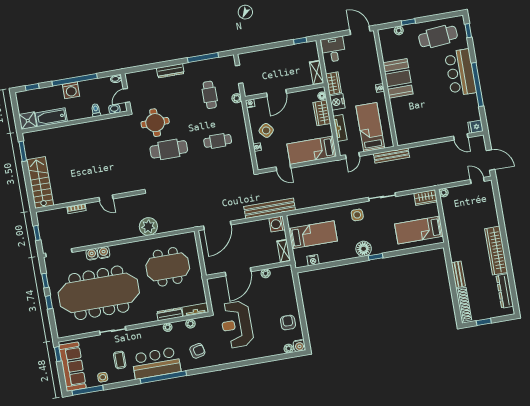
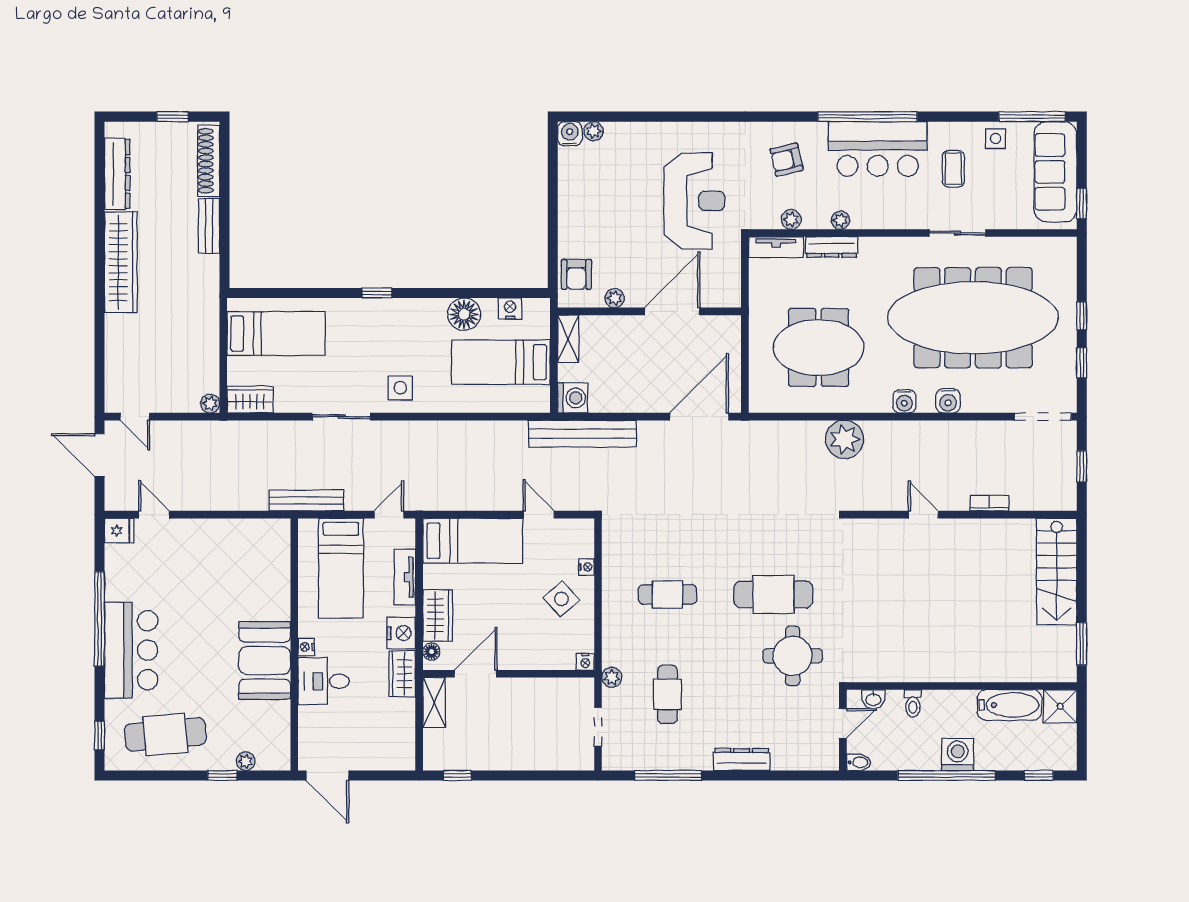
desk: (333, 49) -> (323, 681), moved, turned 90
door: (276, 93) -> (476, 674), moved
floor lamp: (364, 249) -> (464, 314), moved
water cooler: (92, 254) -> (904, 401), moved
armchair: (288, 323) -> (576, 274), moved

